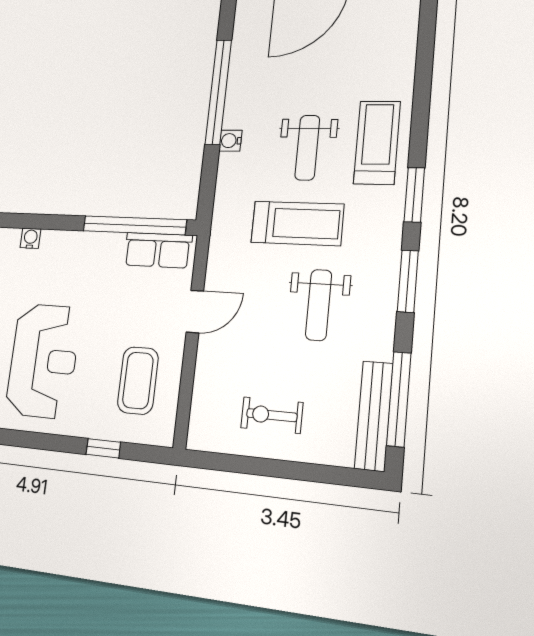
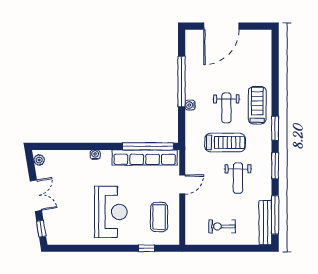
row of seats: (158, 250) -> (145, 157), width x2.02

